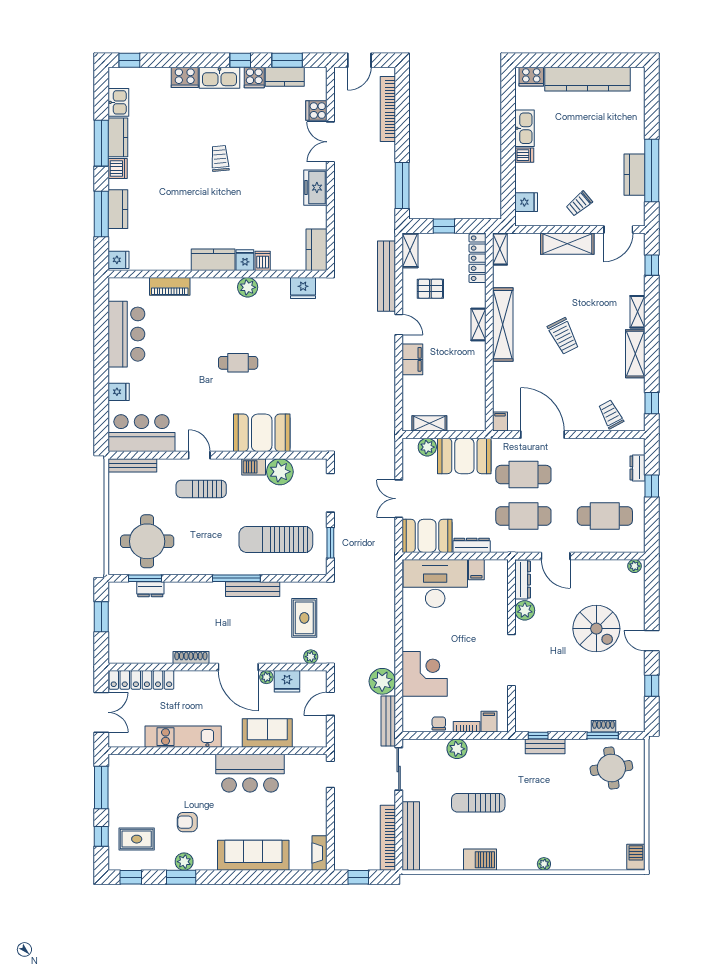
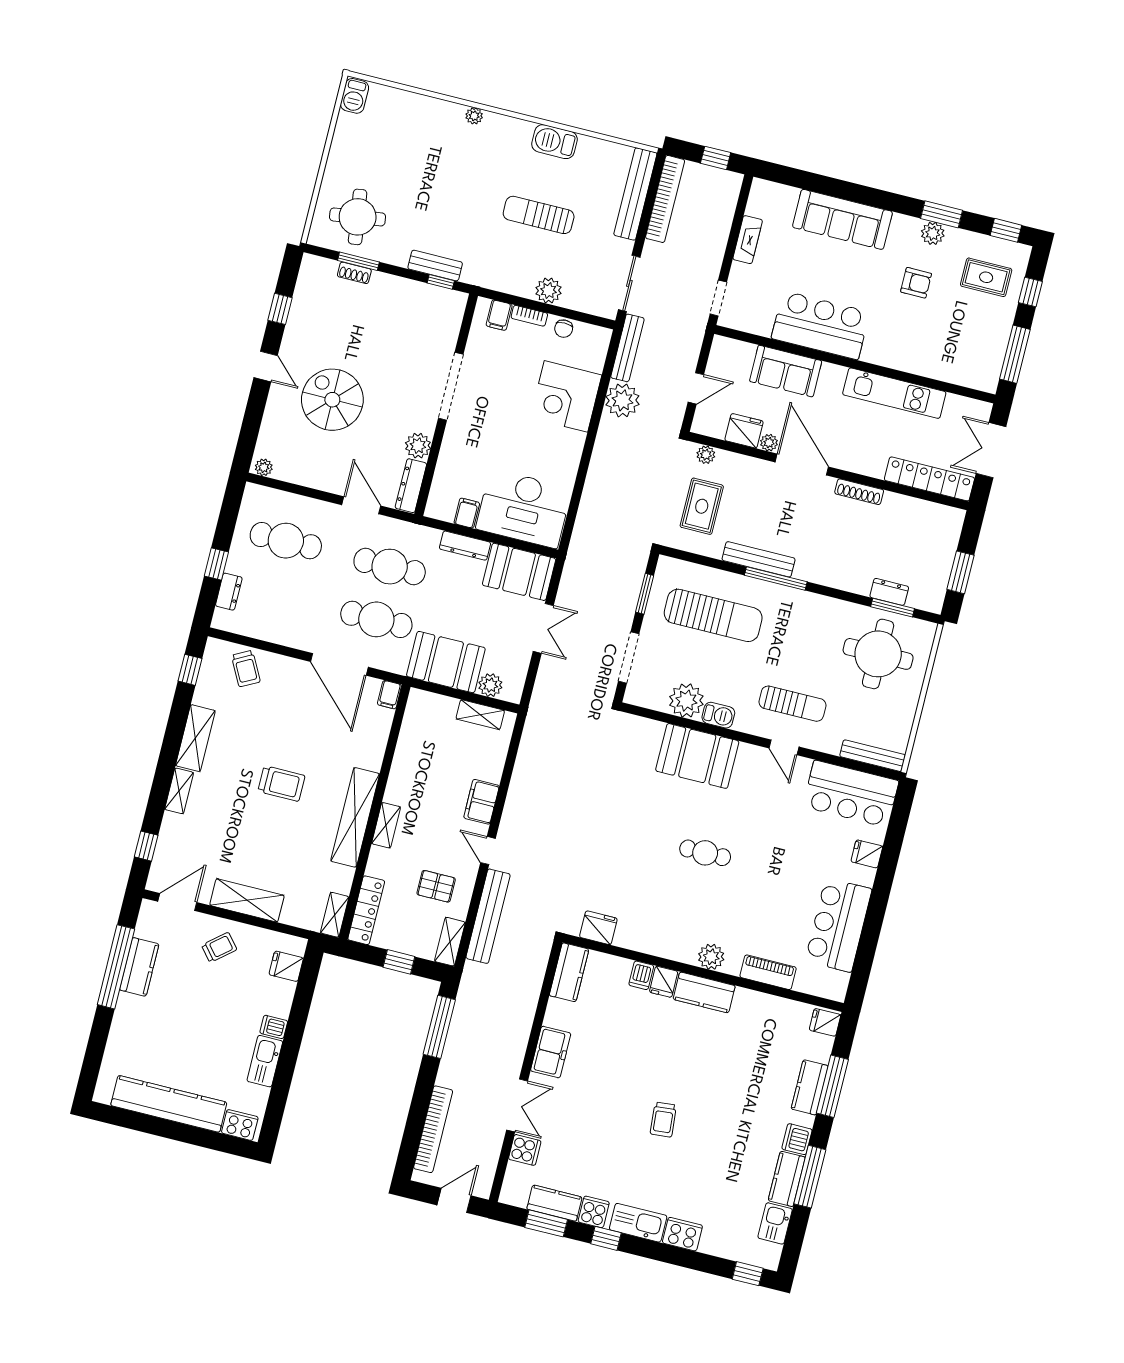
plant: (248, 287) -> (711, 957), moved
trolley: (563, 336) -> (281, 784), turned 117
sun lounger: (478, 803) -> (539, 215), turned 180
fireplace: (319, 853) -> (748, 240), moved

